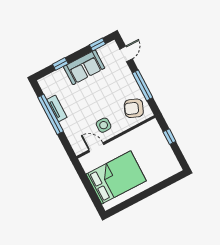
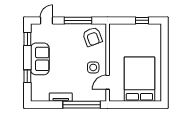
door: (126, 54) -> (47, 20), hinge flipped
armchair: (134, 108) -> (92, 37), turned -42
window: (51, 114) -> (82, 105), moved
window: (169, 137) -> (142, 20), moved

